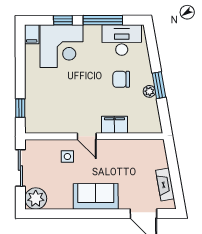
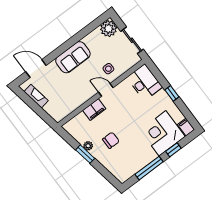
desk: (122, 40) -> (145, 82), moved, turned -90
window: (20, 108) -> (172, 93), moved

